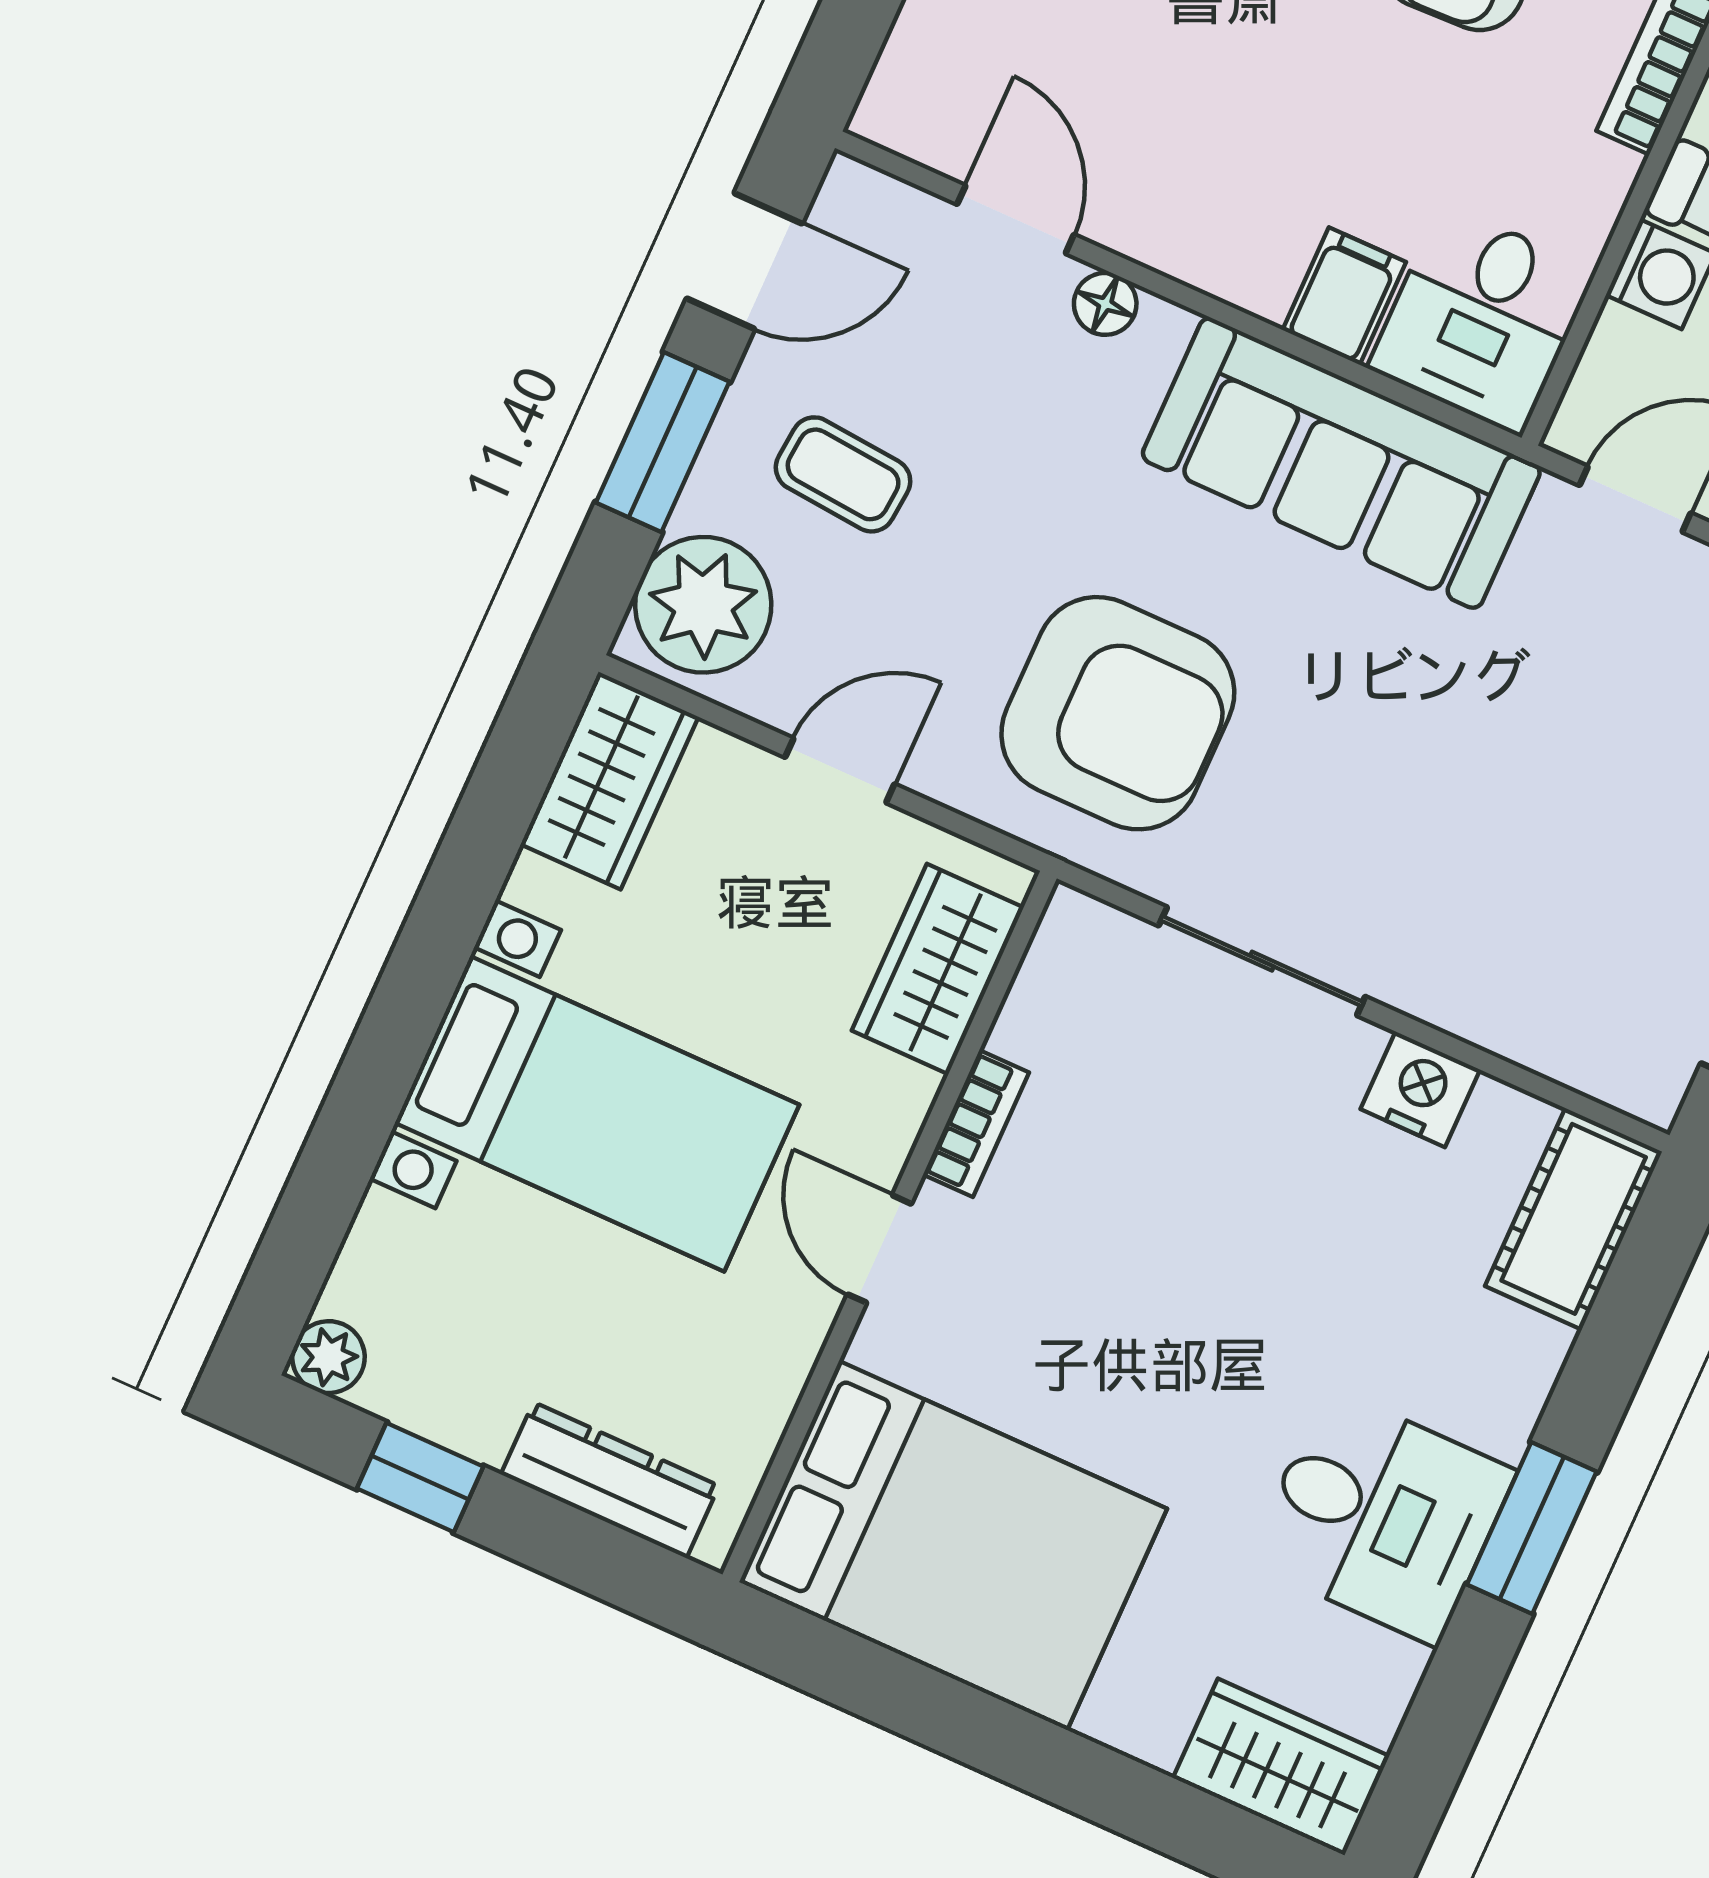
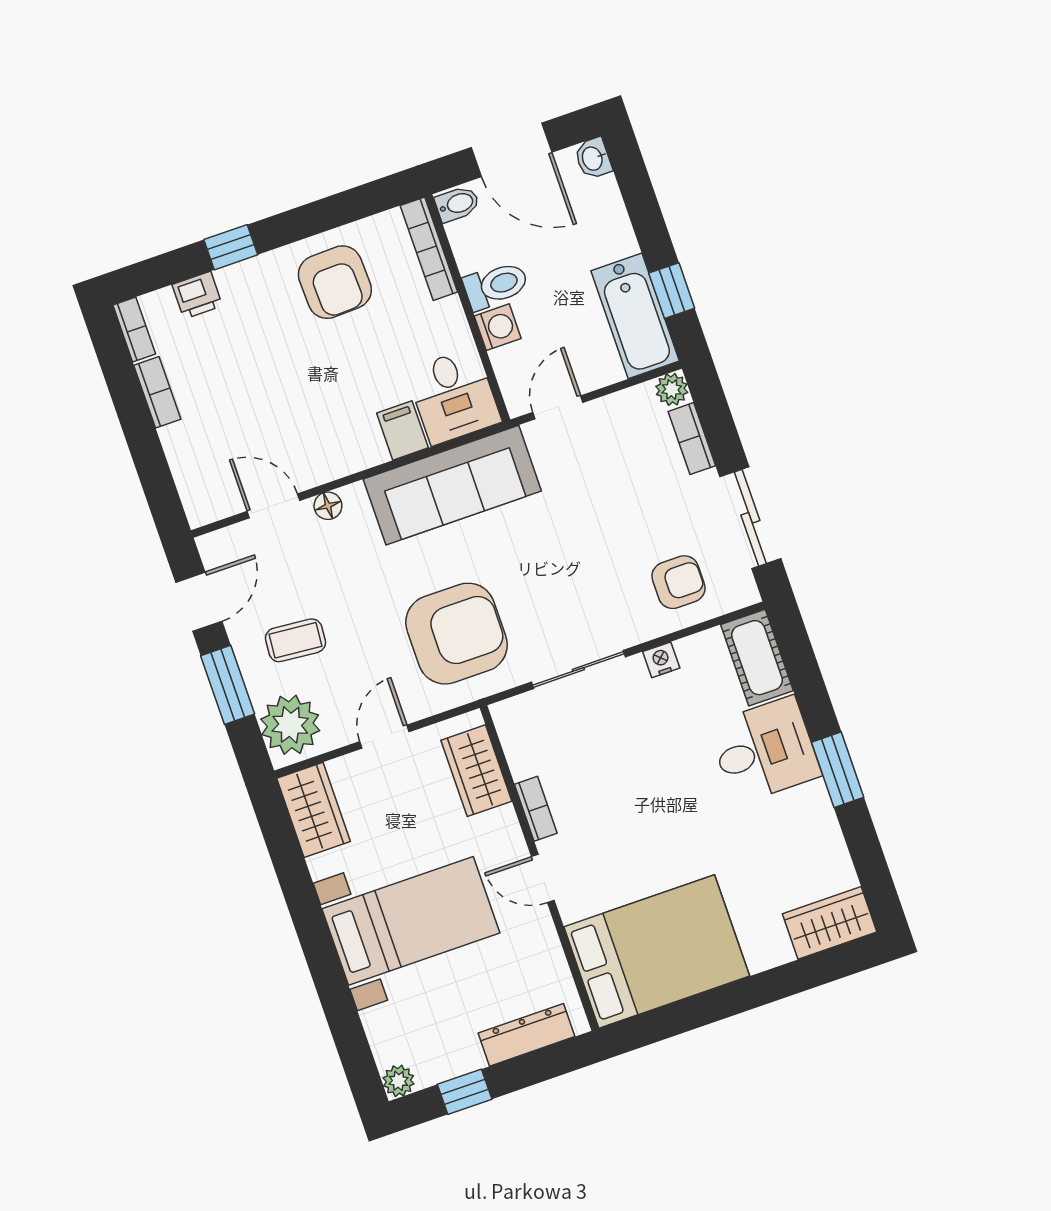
armchair: (1562, 973) -> (678, 582), added
nightstand: (1420, 1089) -> (661, 660), width x0.72, depth x0.74
desk: (1382, 1516) -> (764, 750), moved

